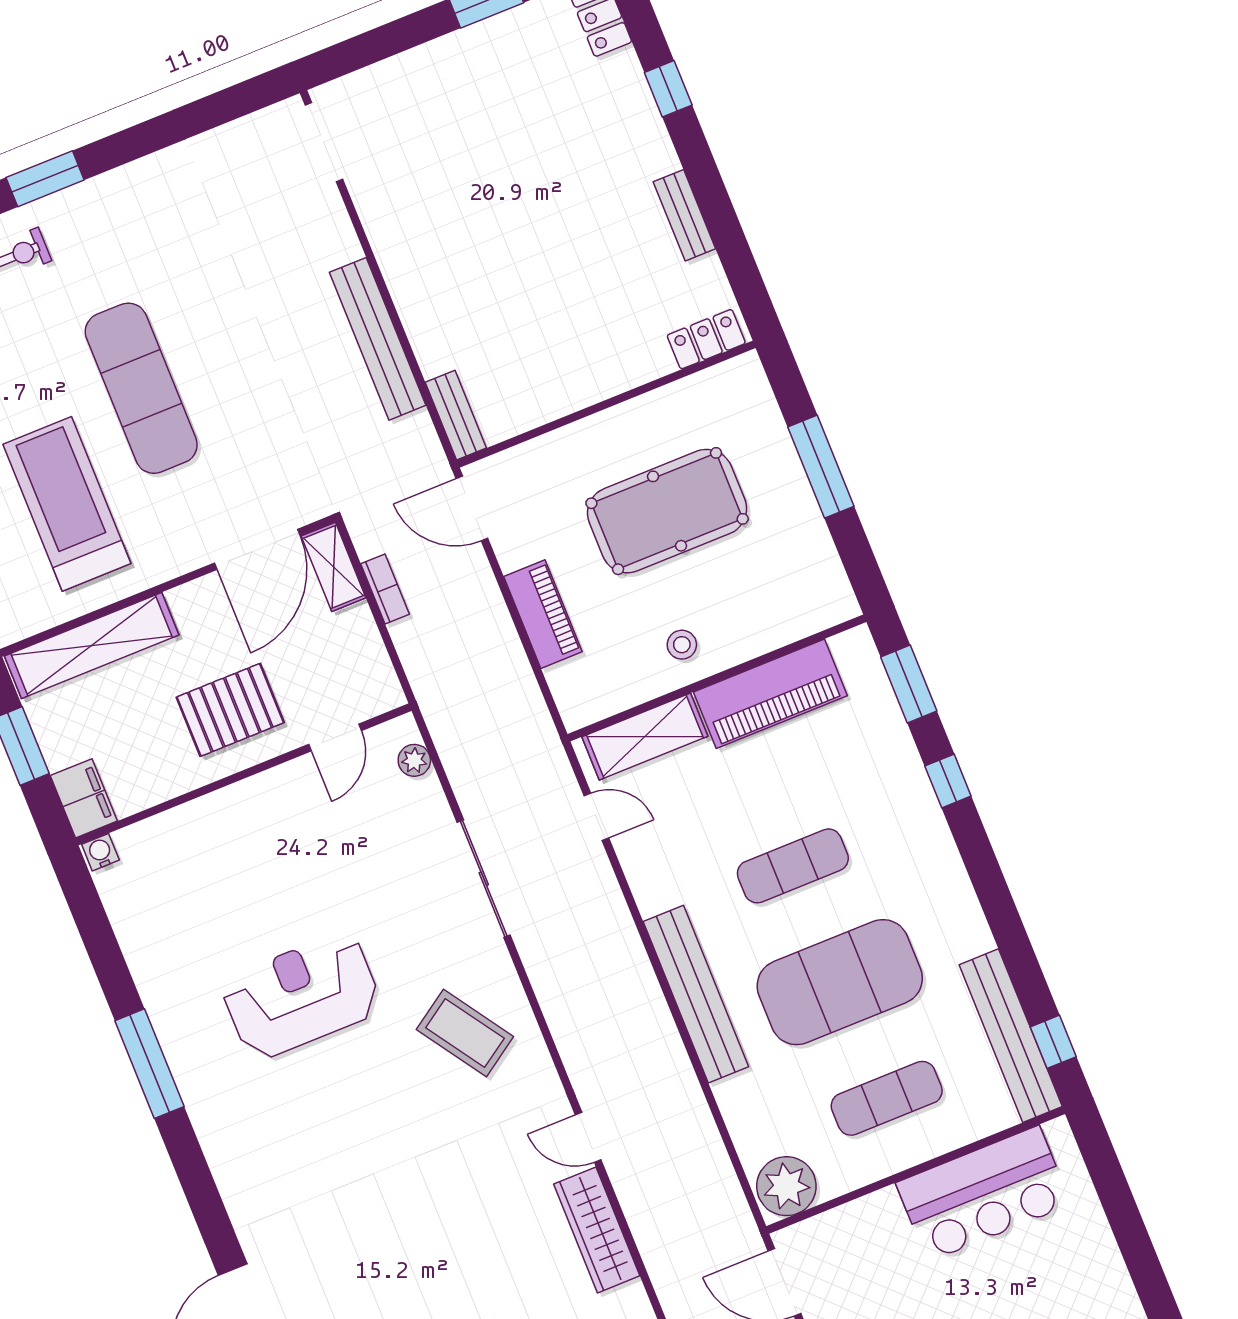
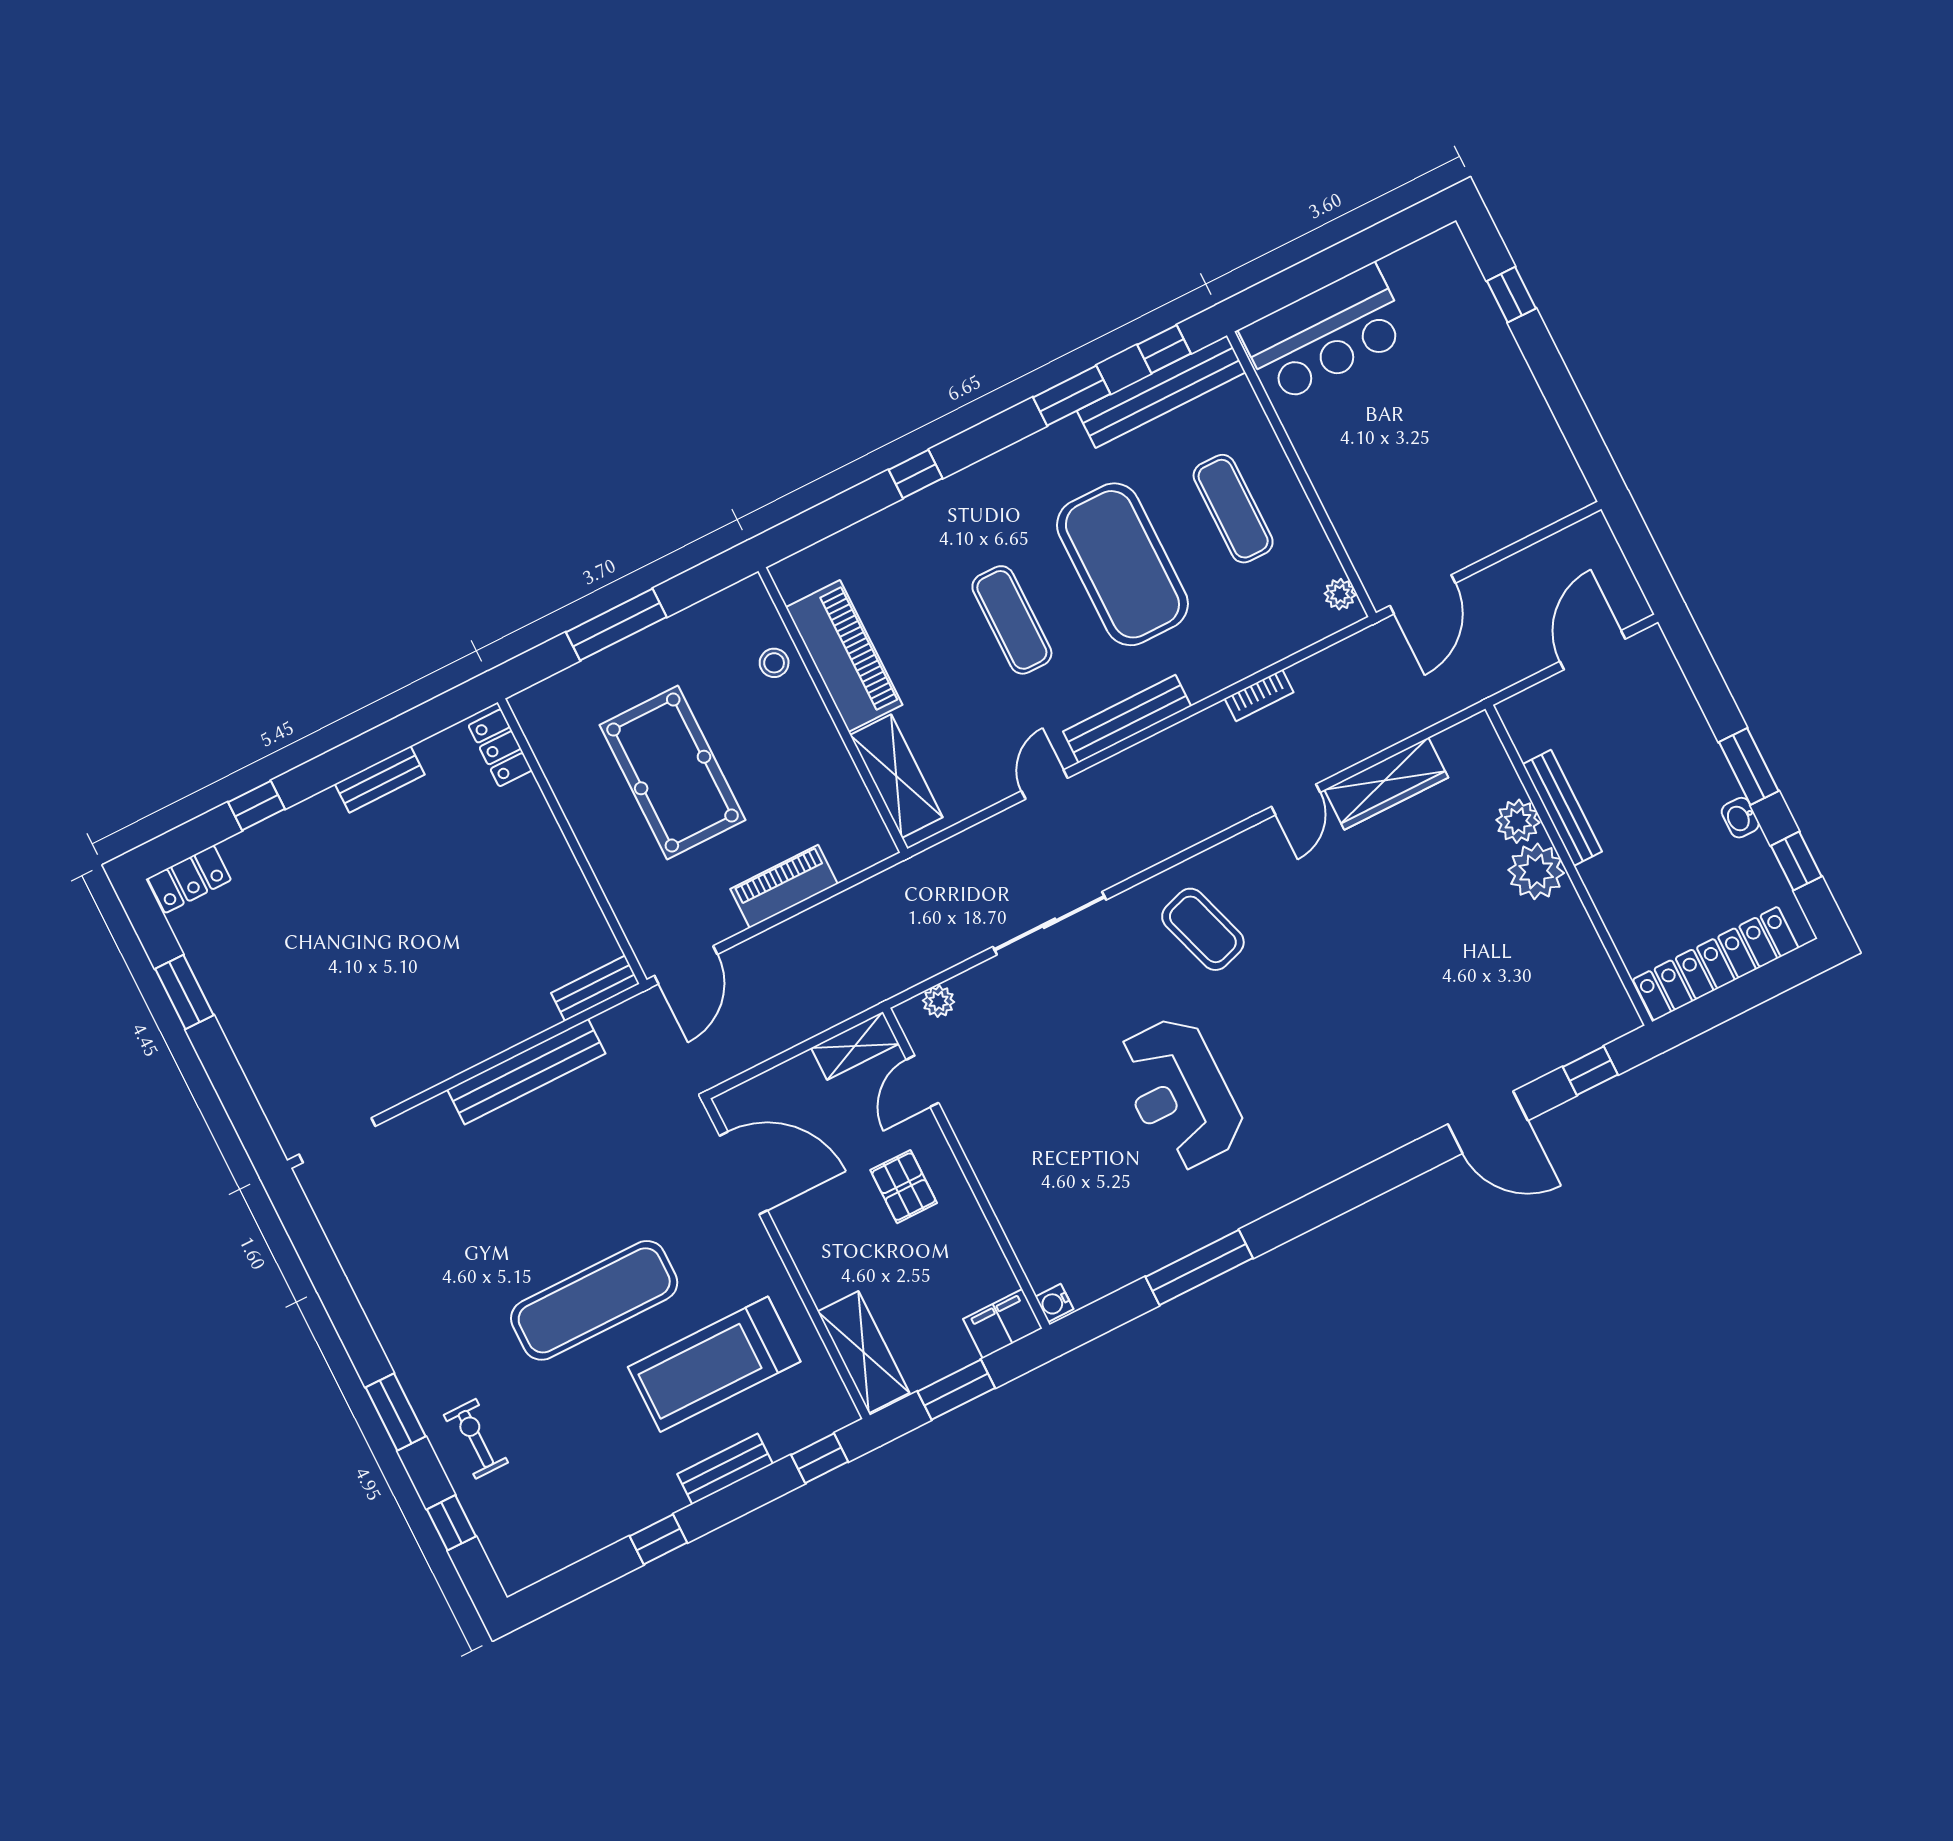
shelving: (334, 567) -> (855, 1046), moved
bookcase: (385, 589) -> (1259, 695), moved, turned 180
stool: (682, 645) -> (774, 663), moved
shelving: (92, 646) -> (864, 1352), width x0.68
window: (909, 684) -> (1072, 396), moved
pallet: (230, 710) -> (904, 1187), width x0.67, depth x0.71
door: (335, 738) -> (922, 1081), swing flipped
door: (596, 817) -> (1045, 785), moved
bench: (696, 994) -> (1127, 719), width x0.73, depth x0.82
coffee table: (465, 1033) -> (1203, 929), turned -74
window: (149, 1064) -> (1199, 1267), moved
plant: (786, 1186) -> (1340, 594), width x0.53, depth x0.53
bar counter: (983, 1194) -> (1325, 333), moved, turned 90

